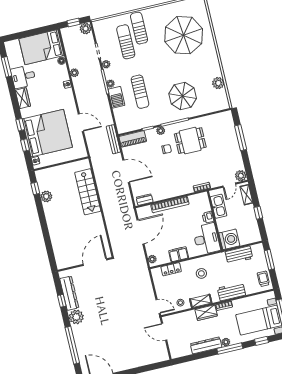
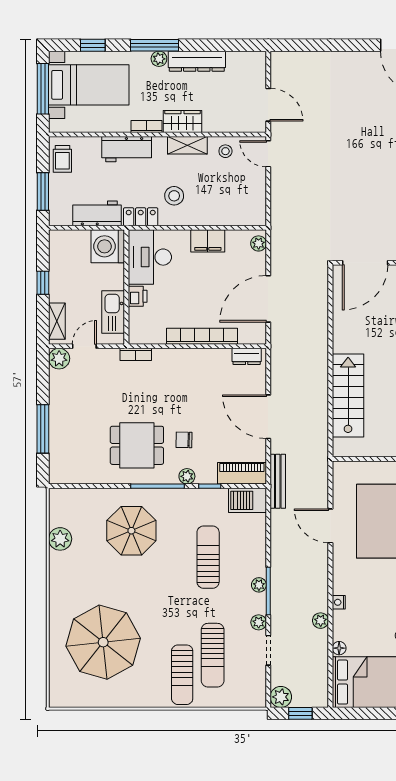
barbecue: (116, 97) -> (247, 500), moved, turned -90
locker: (171, 269) -> (141, 217), moved

